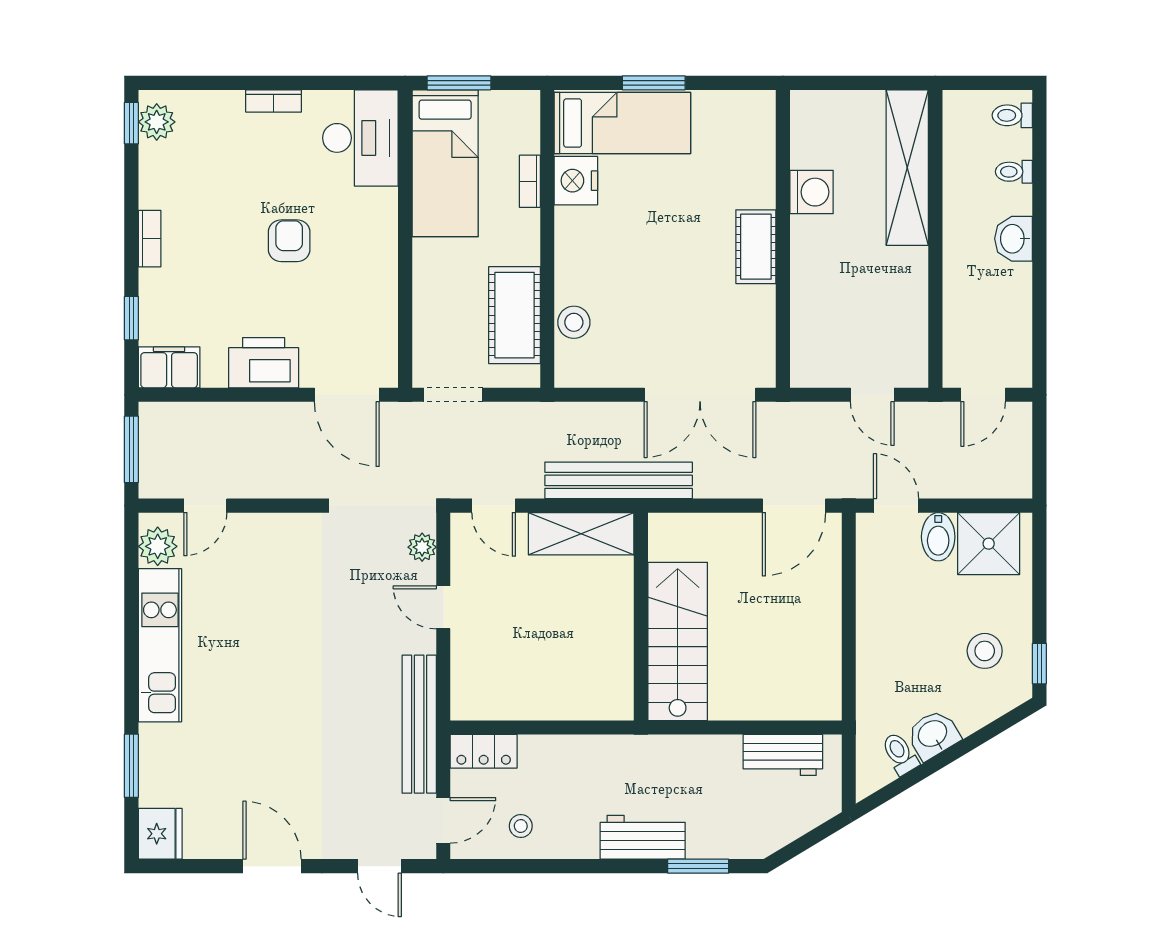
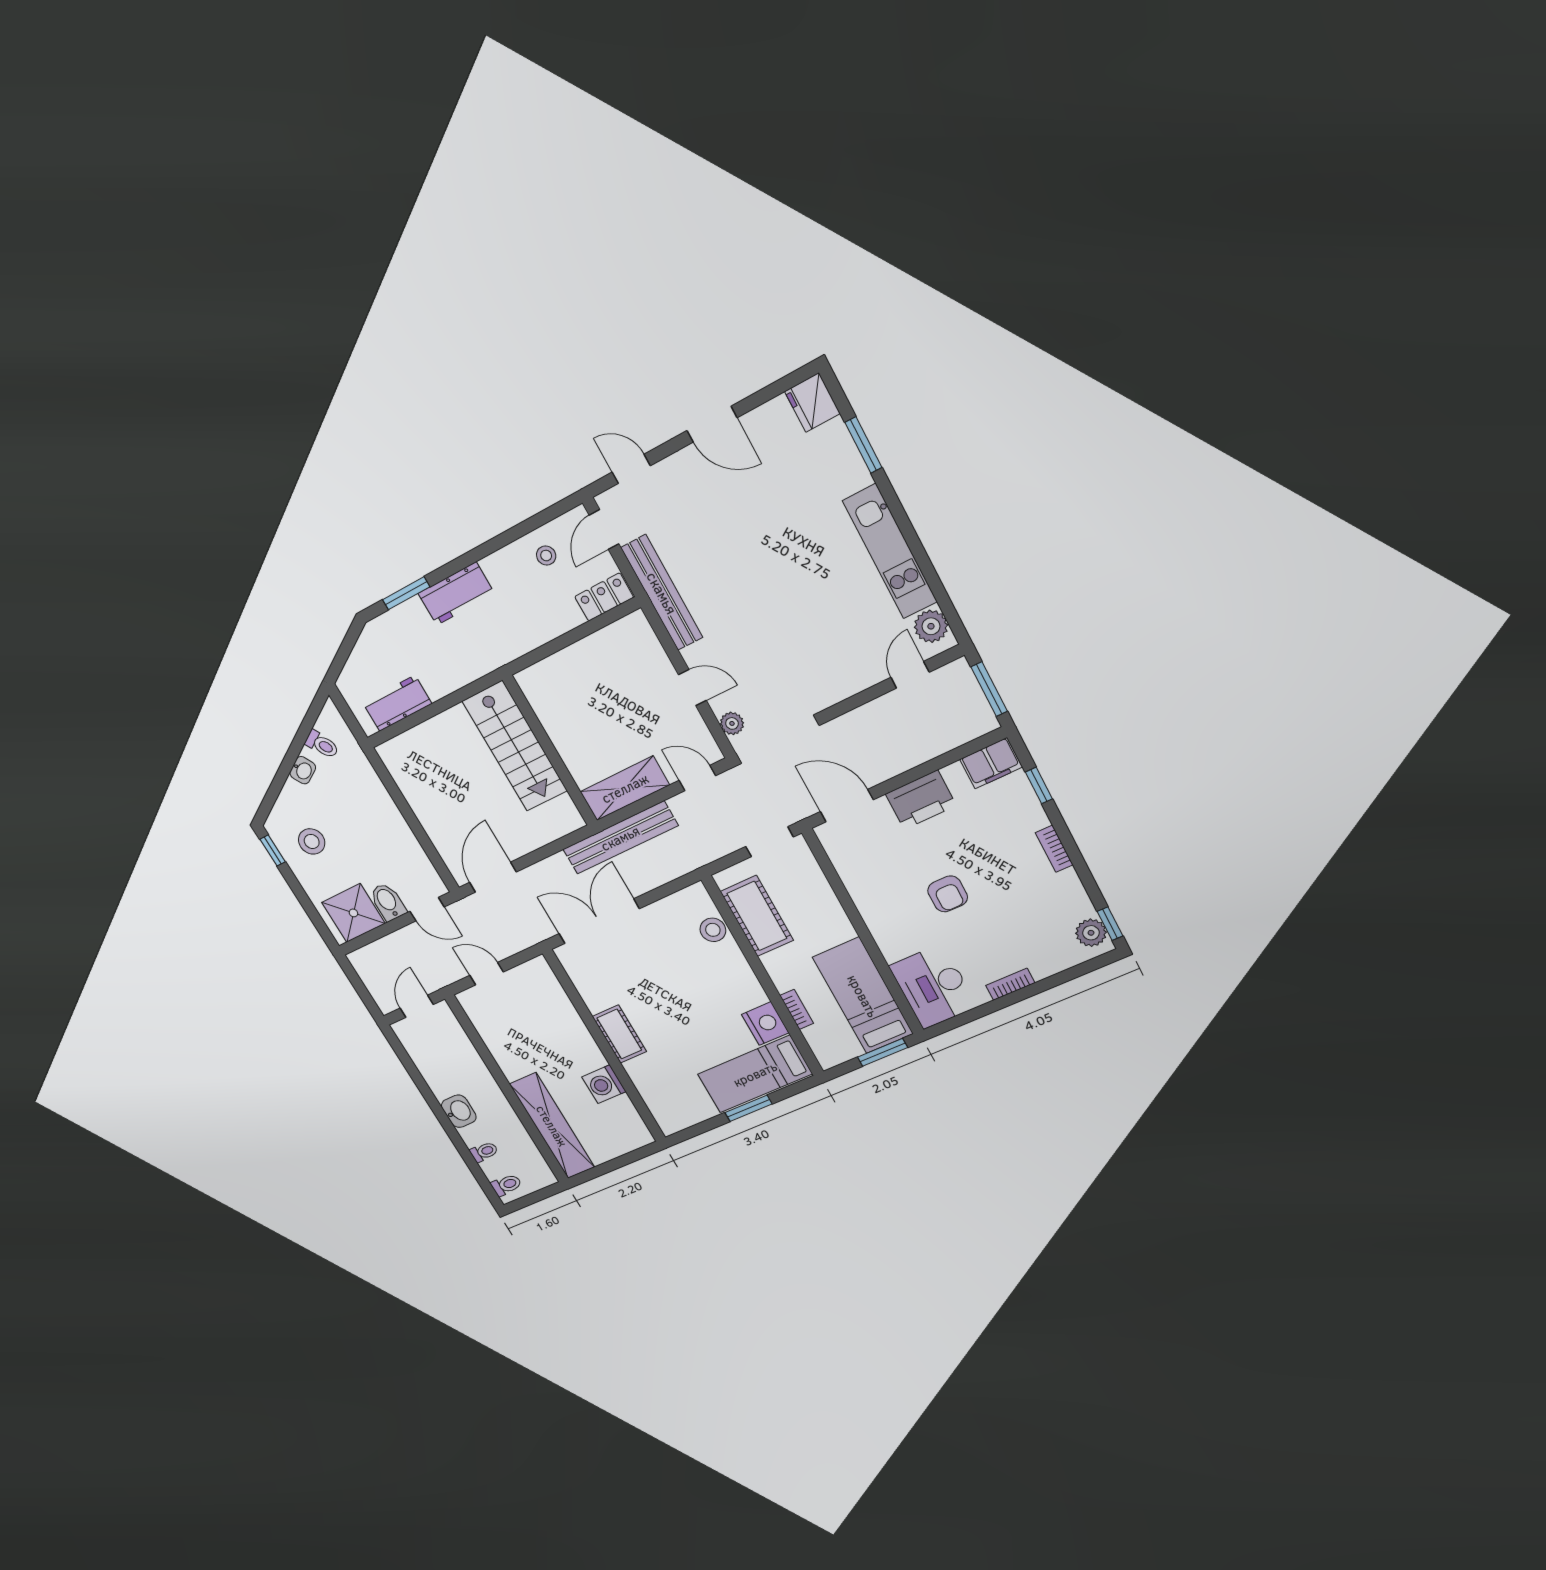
washbasin: (933, 735) -> (303, 770), width x0.72, depth x0.69

